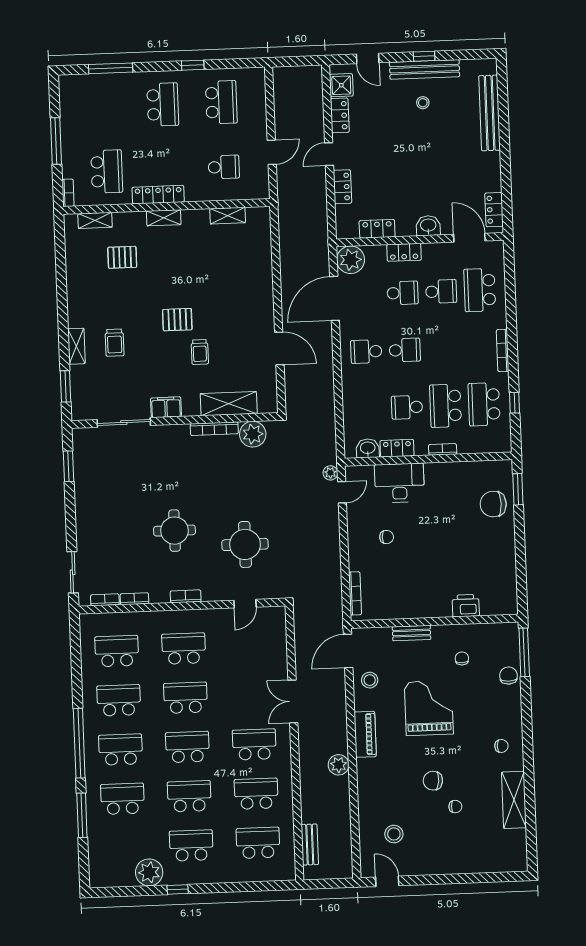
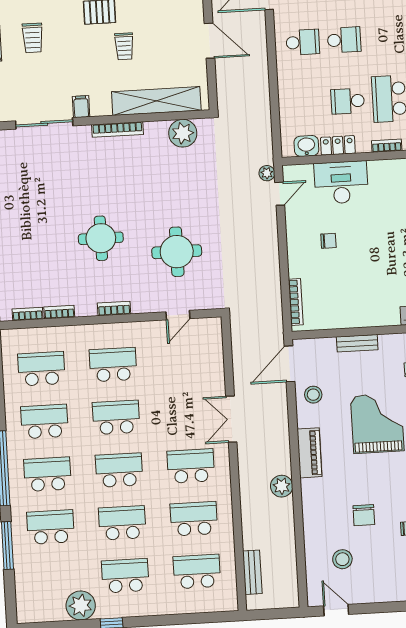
school desk: (366, 352) -> (303, 42), turned 180
shelving: (229, 404) -> (156, 101), width x1.47
filing cabinet: (166, 407) -> (81, 107), width x0.50
bookcase: (214, 429) -> (117, 129), moved
chair: (433, 781) -> (364, 515), moved, turned -96

